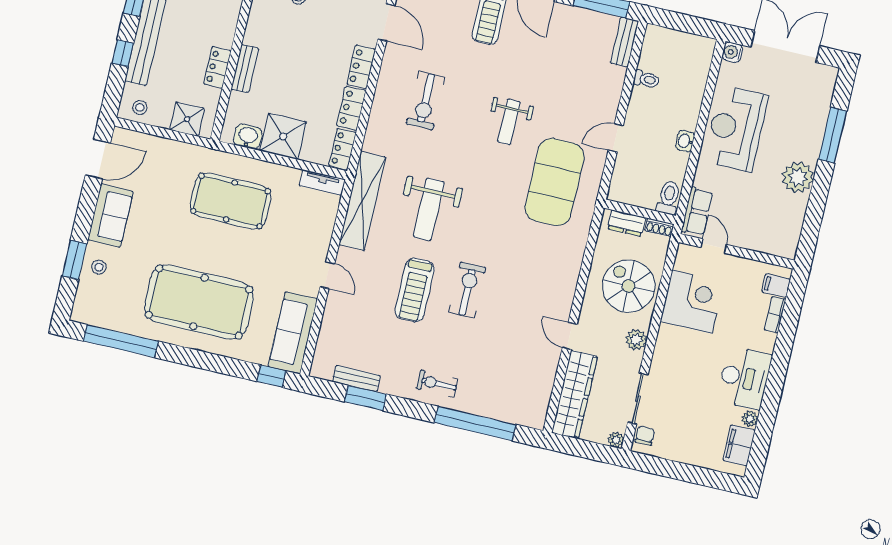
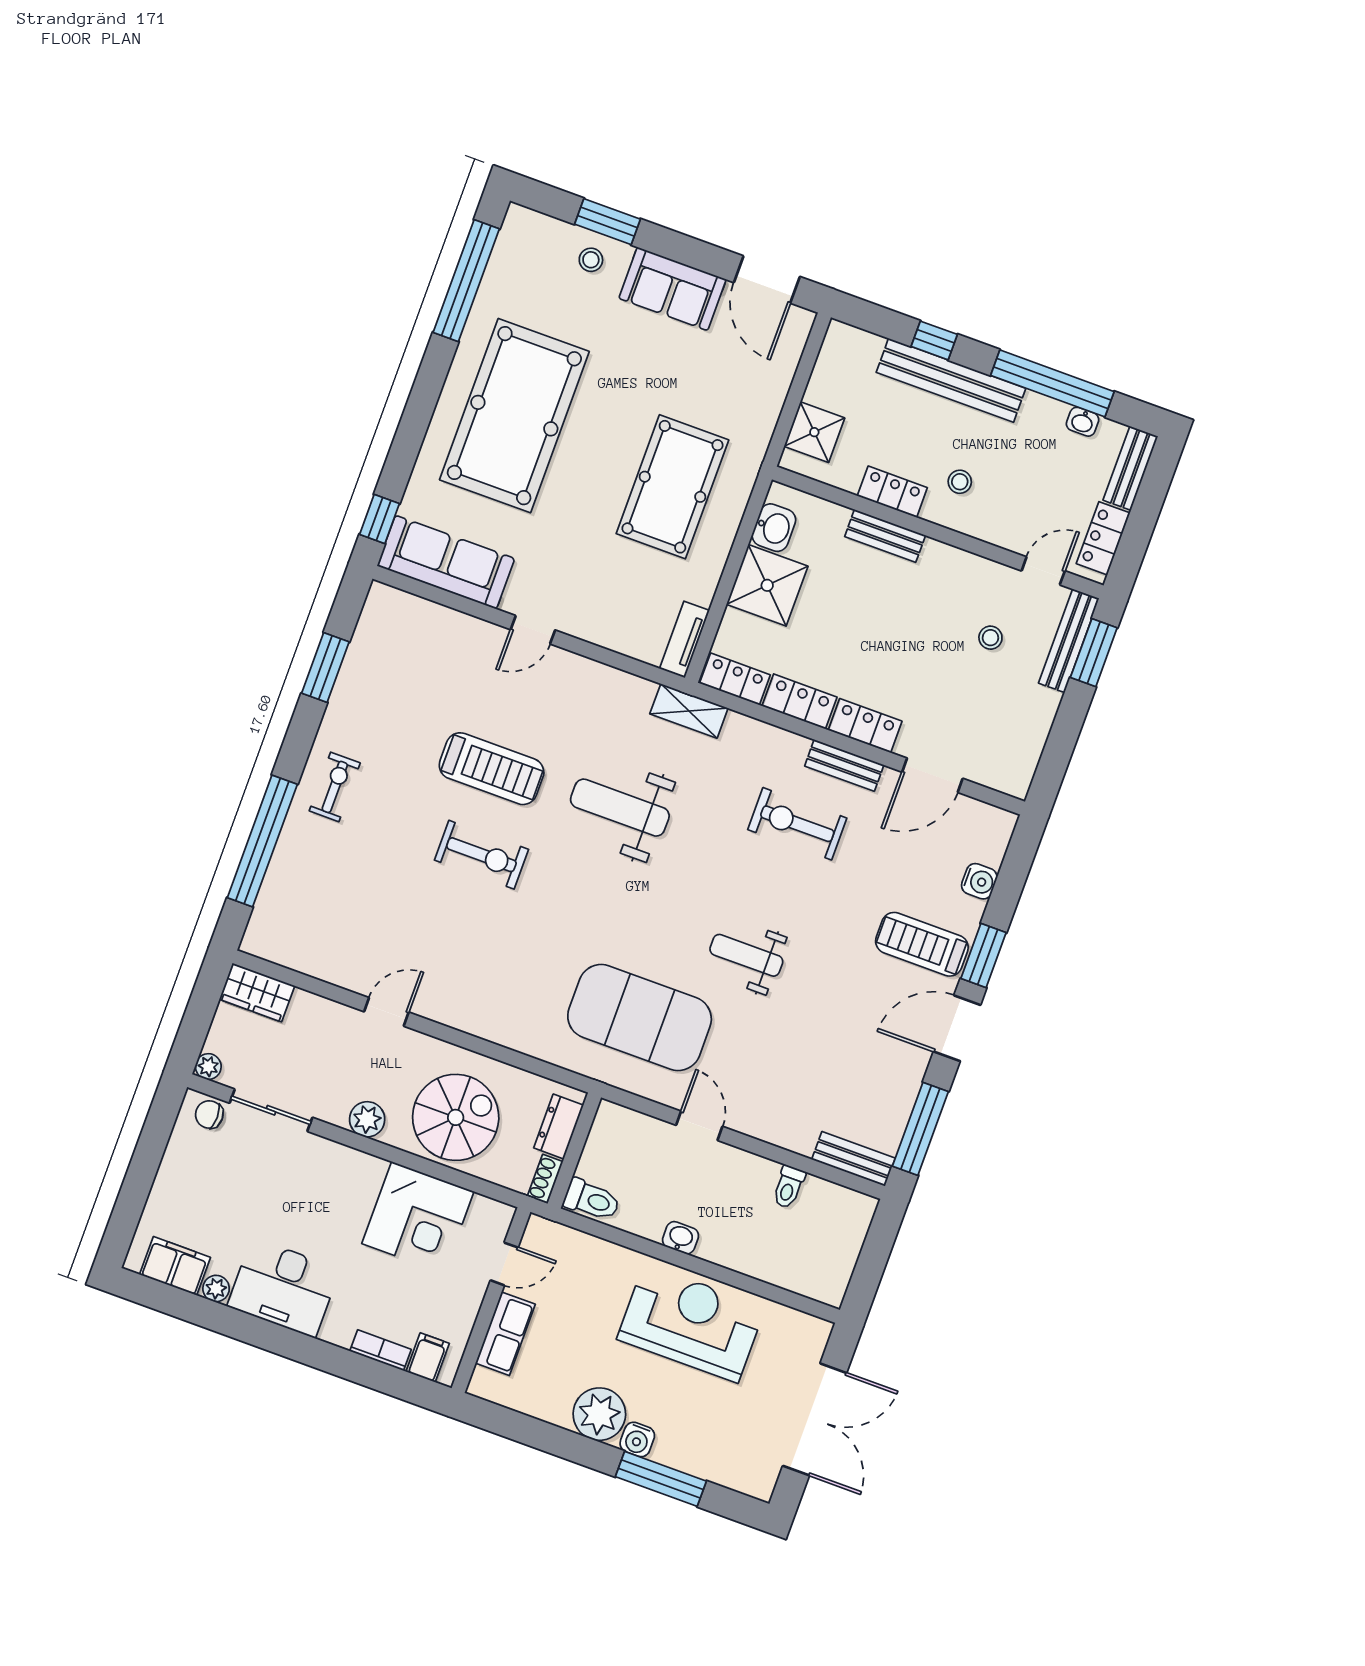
water cooler: (732, 52) -> (637, 1439), moved, turned 180
stool: (140, 107) -> (960, 482), moved
shelving: (362, 201) -> (689, 711), width x0.45, depth x0.75
row of seats: (697, 211) -> (505, 1334), moved, turned -90
treadmill: (415, 290) -> (492, 769), turned 180
bench: (356, 379) -> (844, 765), moved, turned 90
wardrobe: (574, 394) -> (257, 993), width x0.48, depth x0.85
chair: (645, 436) -> (209, 1114), turned 180

